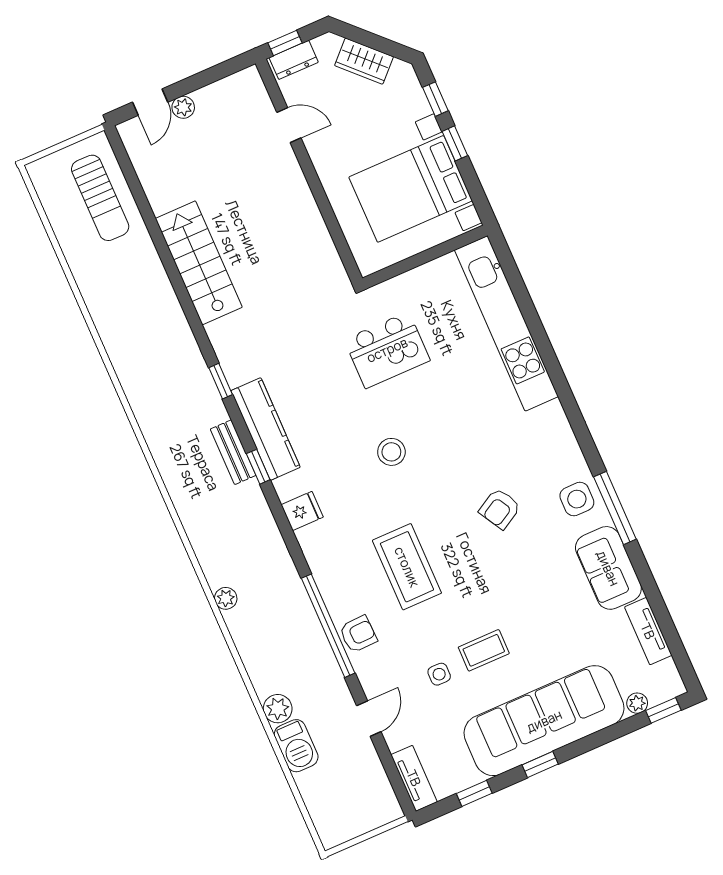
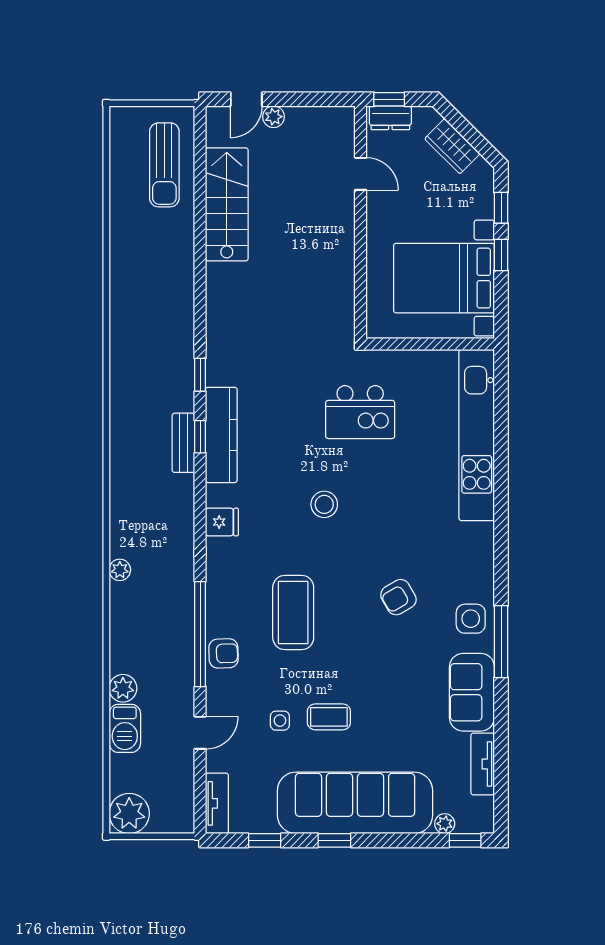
stairs: (199, 263) -> (227, 204), moved
window: (258, 467) -> (200, 437), moved
plant: (335, 824) -> (129, 813), added

